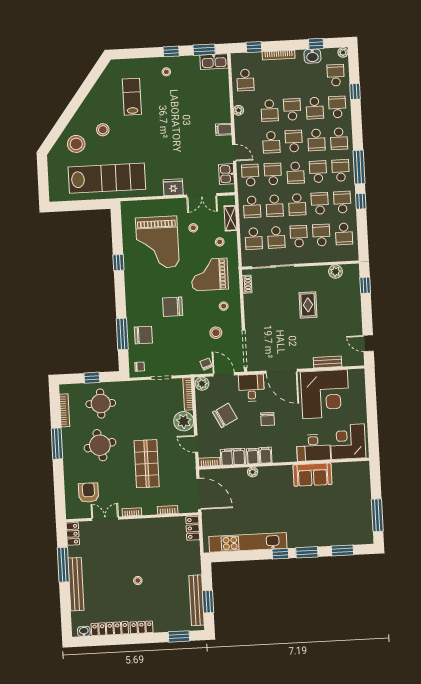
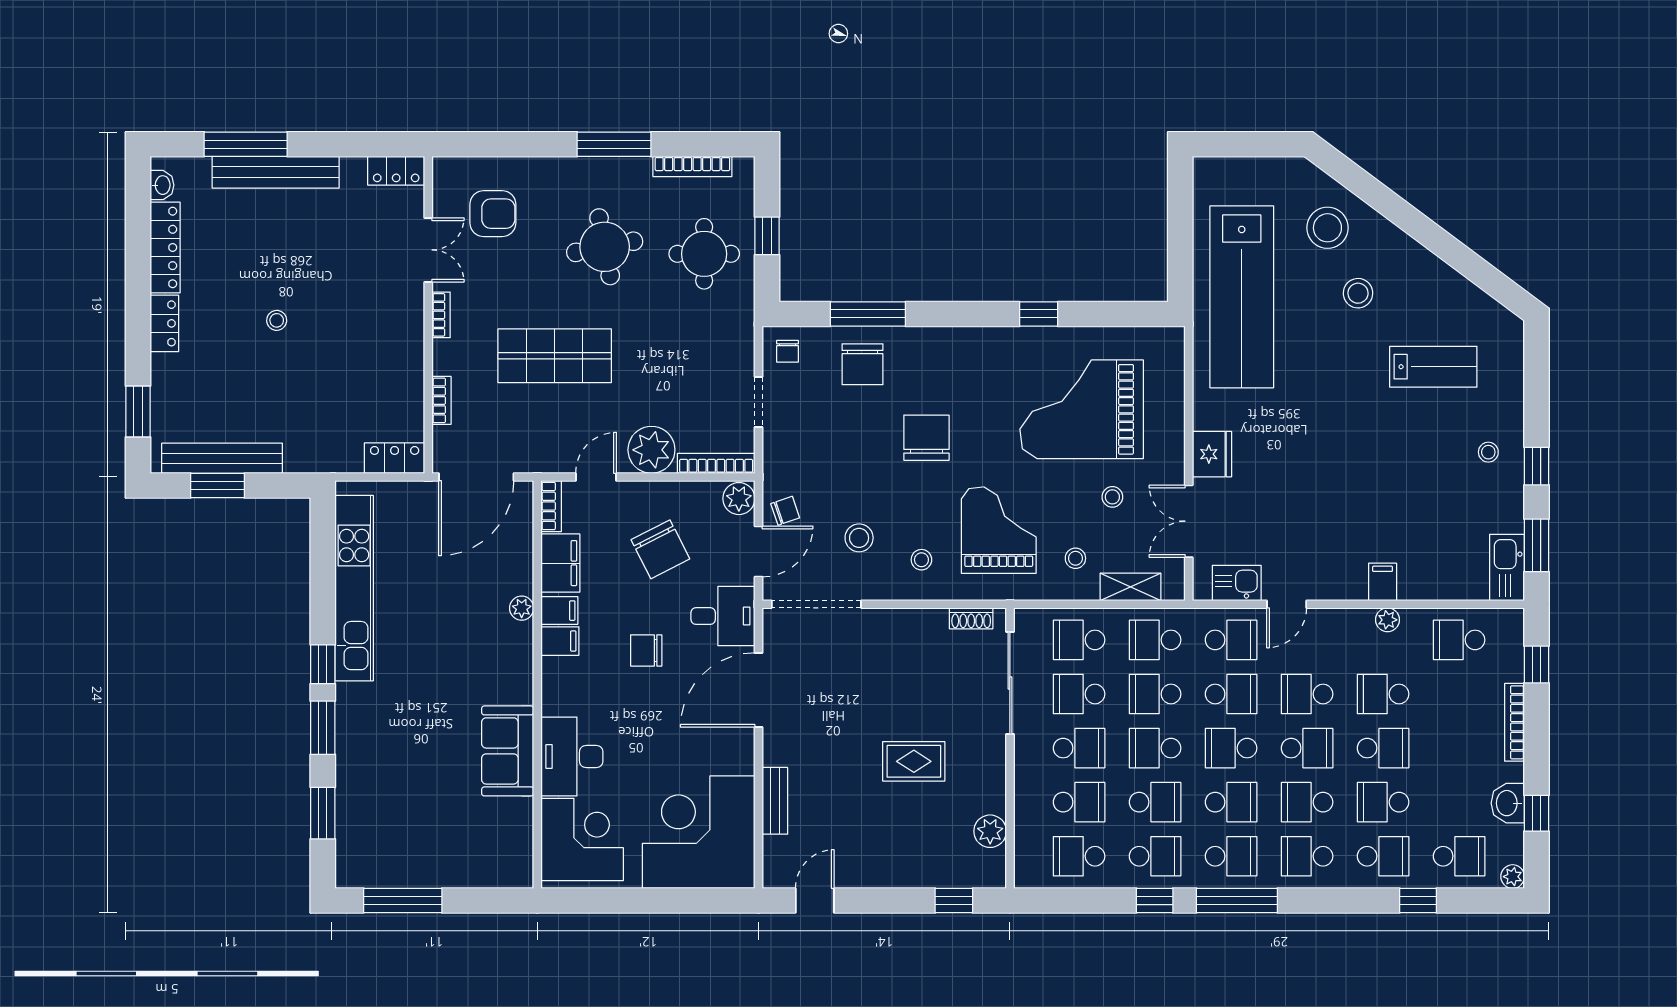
filing cabinet: (224, 129) -> (1383, 582), moved
corner desk: (325, 394) -> (699, 832), moved, turned 90
window: (63, 565) -> (246, 144), moved

